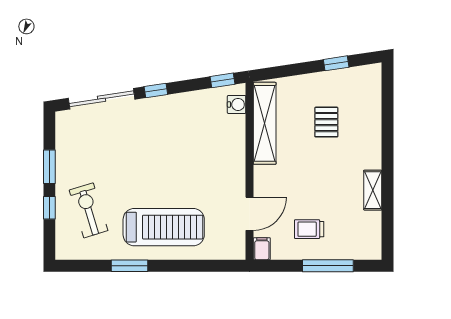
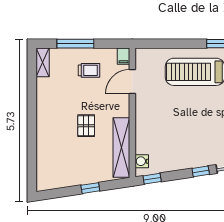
window: (336, 63) -> (90, 188), moved
pallet: (326, 122) -> (86, 126), moved
shelving: (373, 190) -> (43, 62), moved

